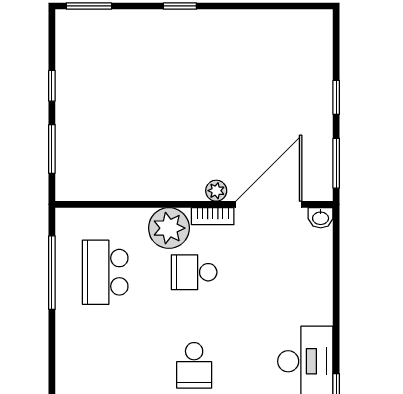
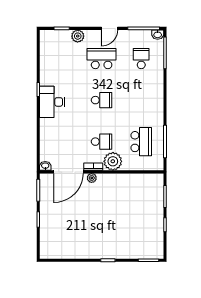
school desk: (194, 365) -> (102, 100), turned 90

